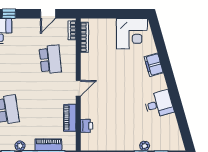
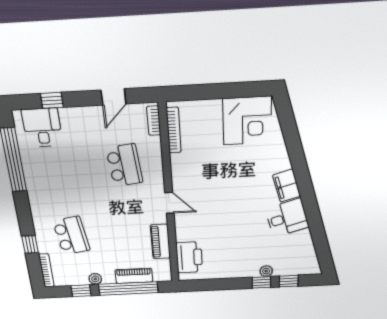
filing cabinet: (154, 65) -> (287, 186), moved
door: (78, 88) -> (169, 203), hinge flipped
printer: (87, 126) -> (189, 257), width x1.87, depth x1.48

